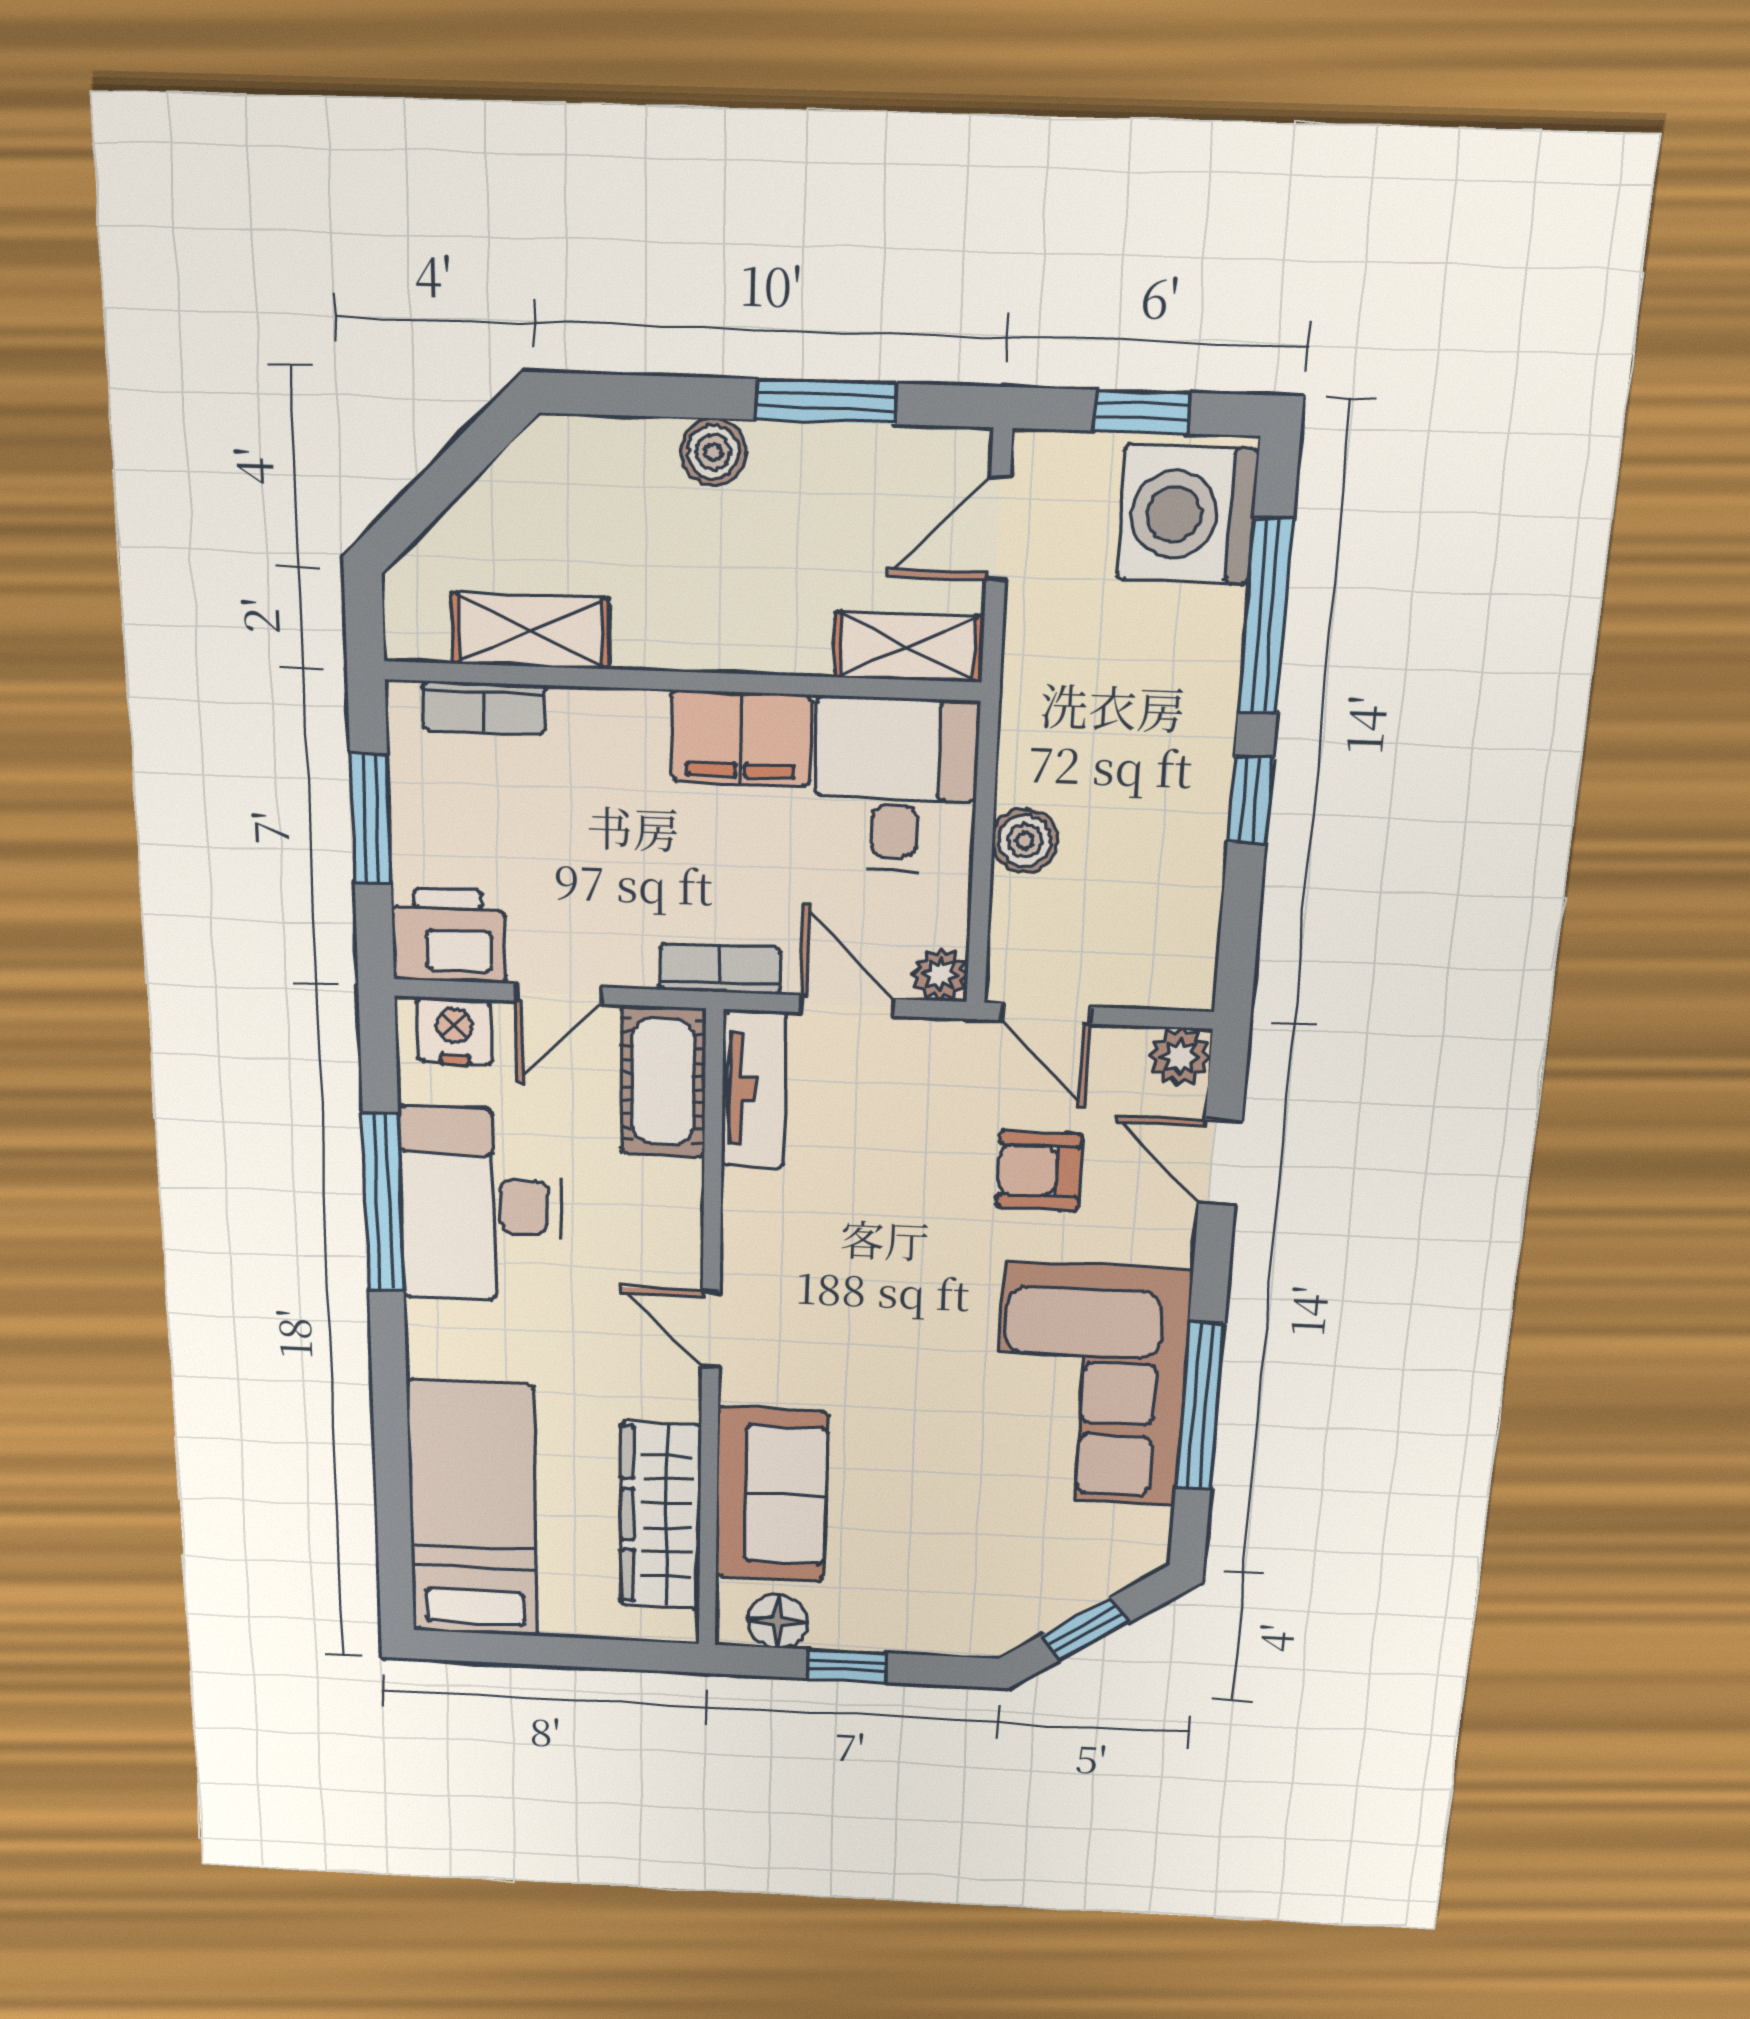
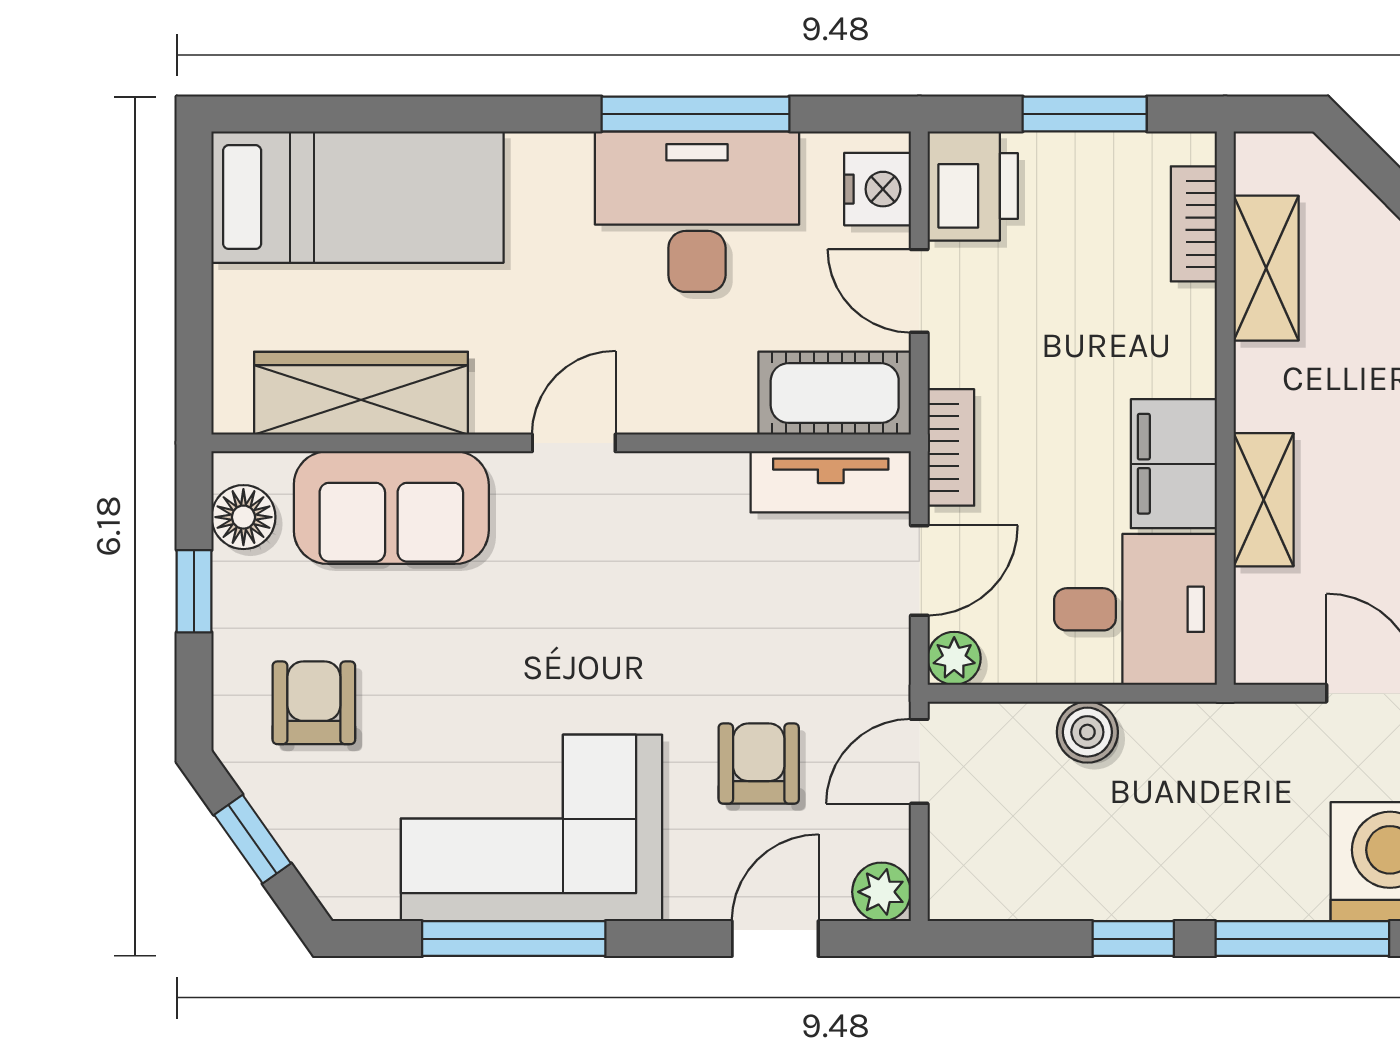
shelving: (908, 647) -> (1264, 500), moved
armchair: (957, 1570) -> (314, 703), added

